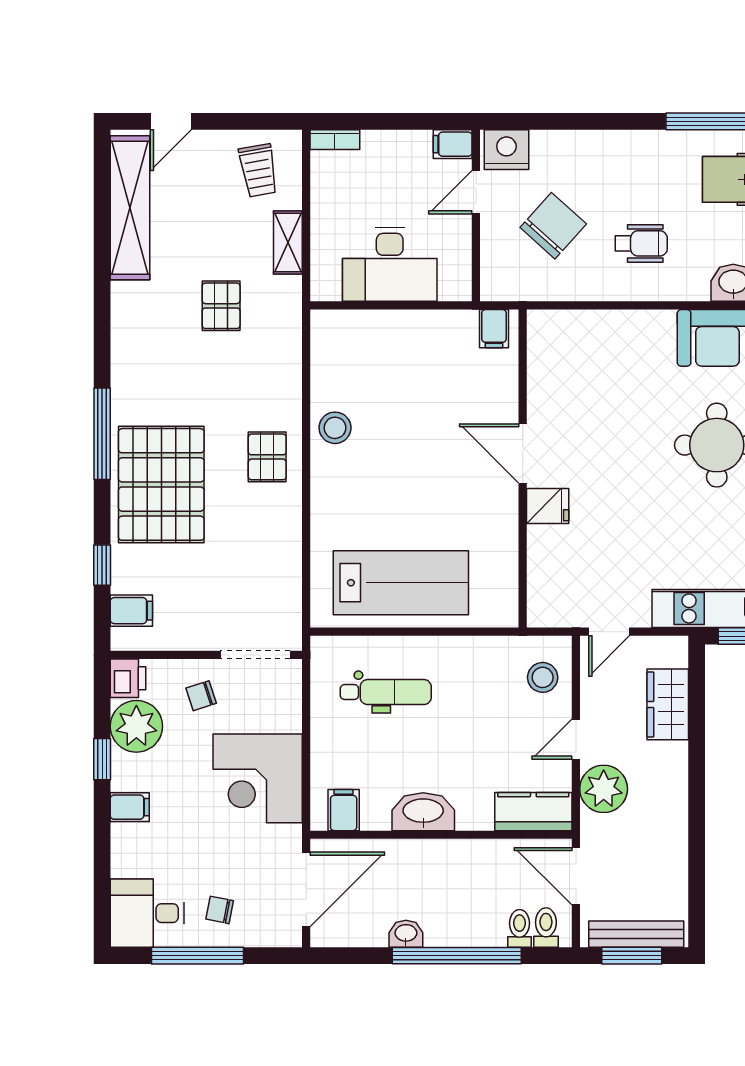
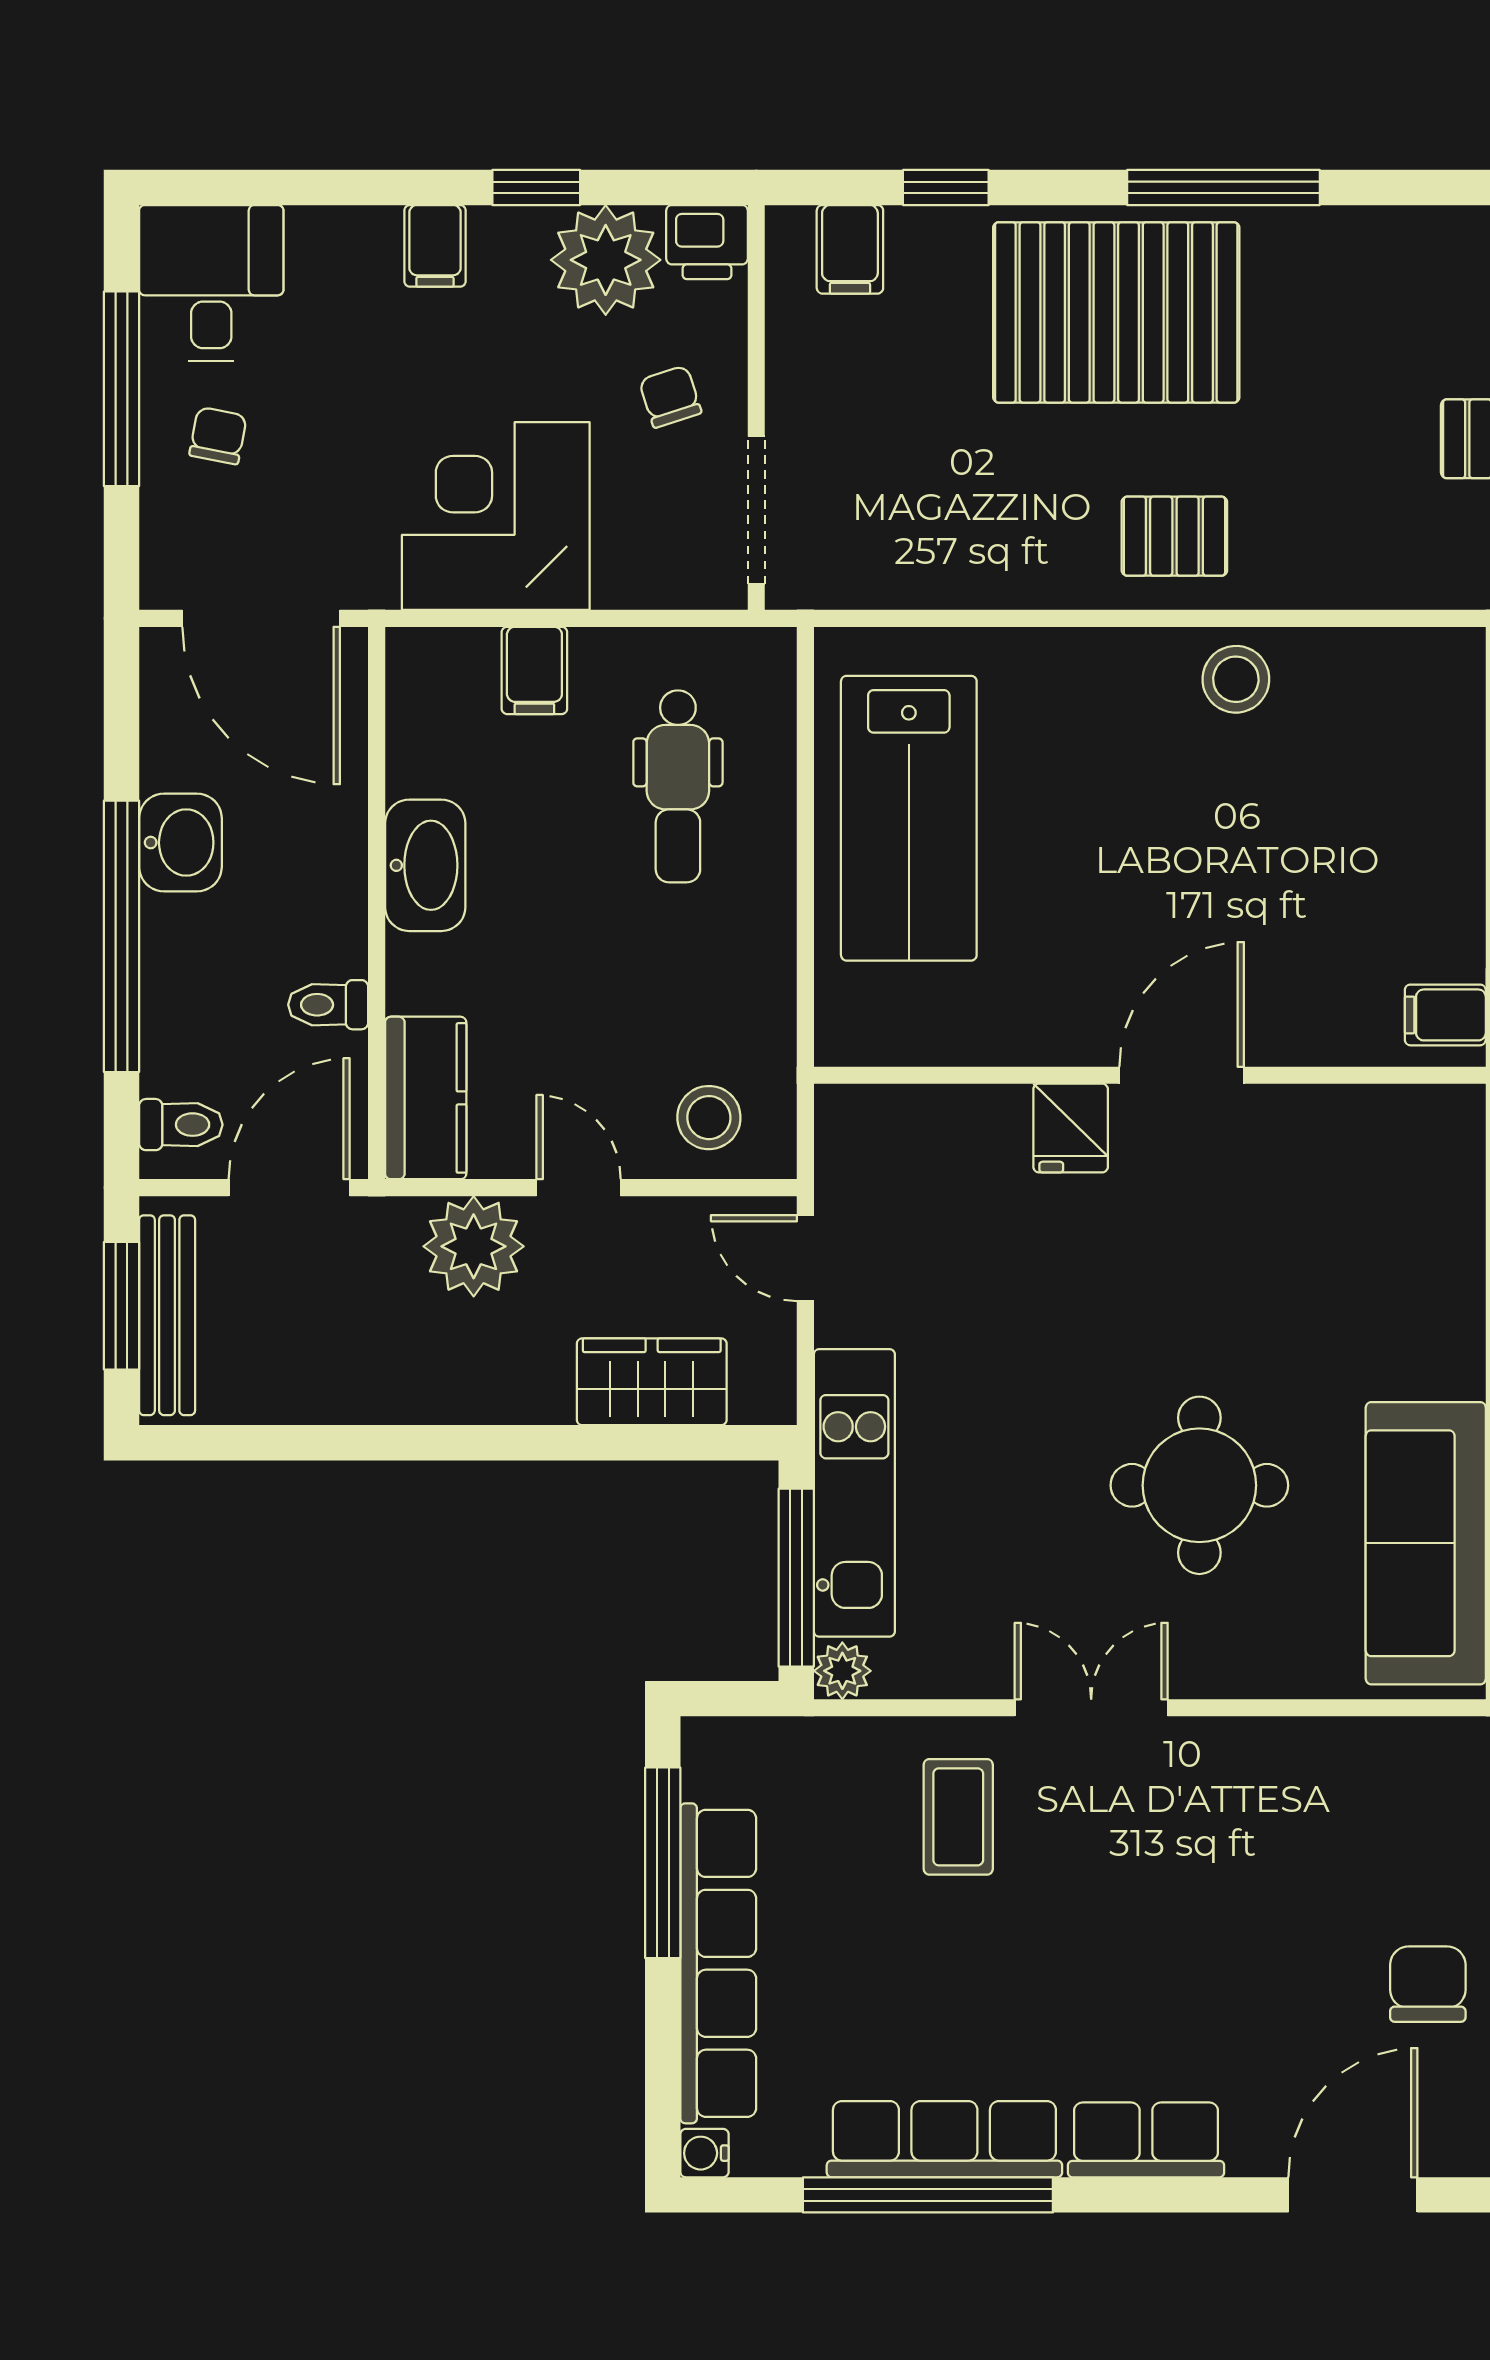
filing cabinet: (344, 810) -> (534, 670), moved, turned 90
toilet: (520, 928) -> (328, 1005), moved, turned 180
washbasin: (406, 934) -> (180, 843), width x1.38, depth x1.45

